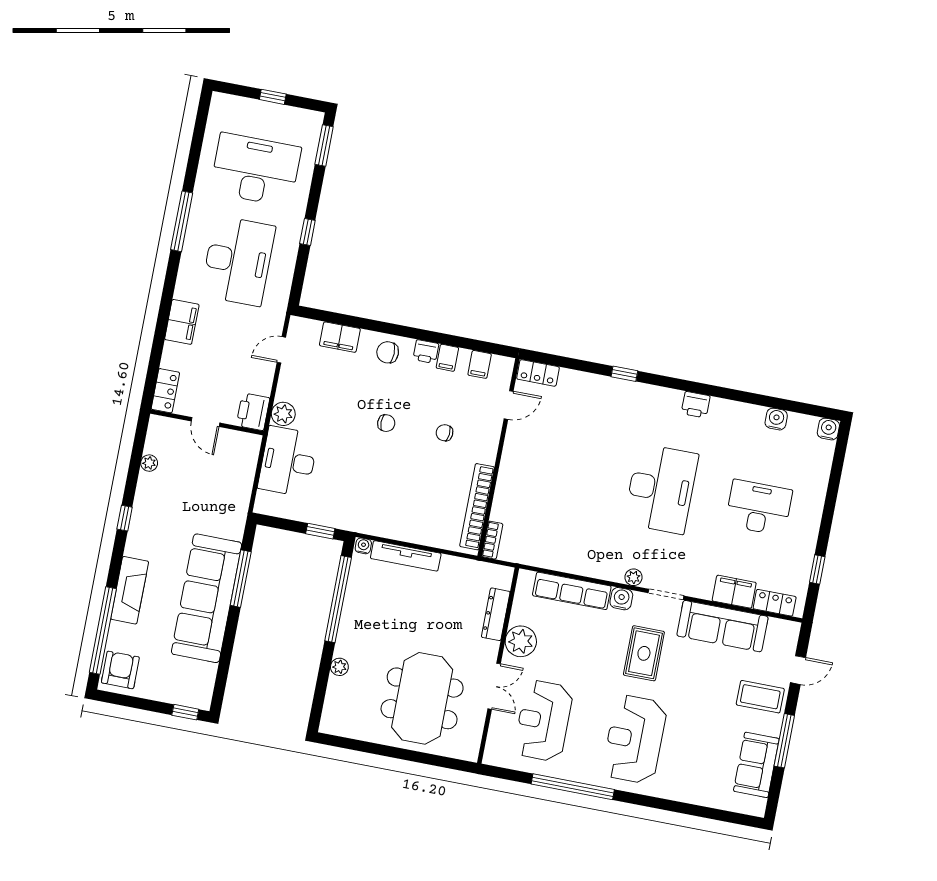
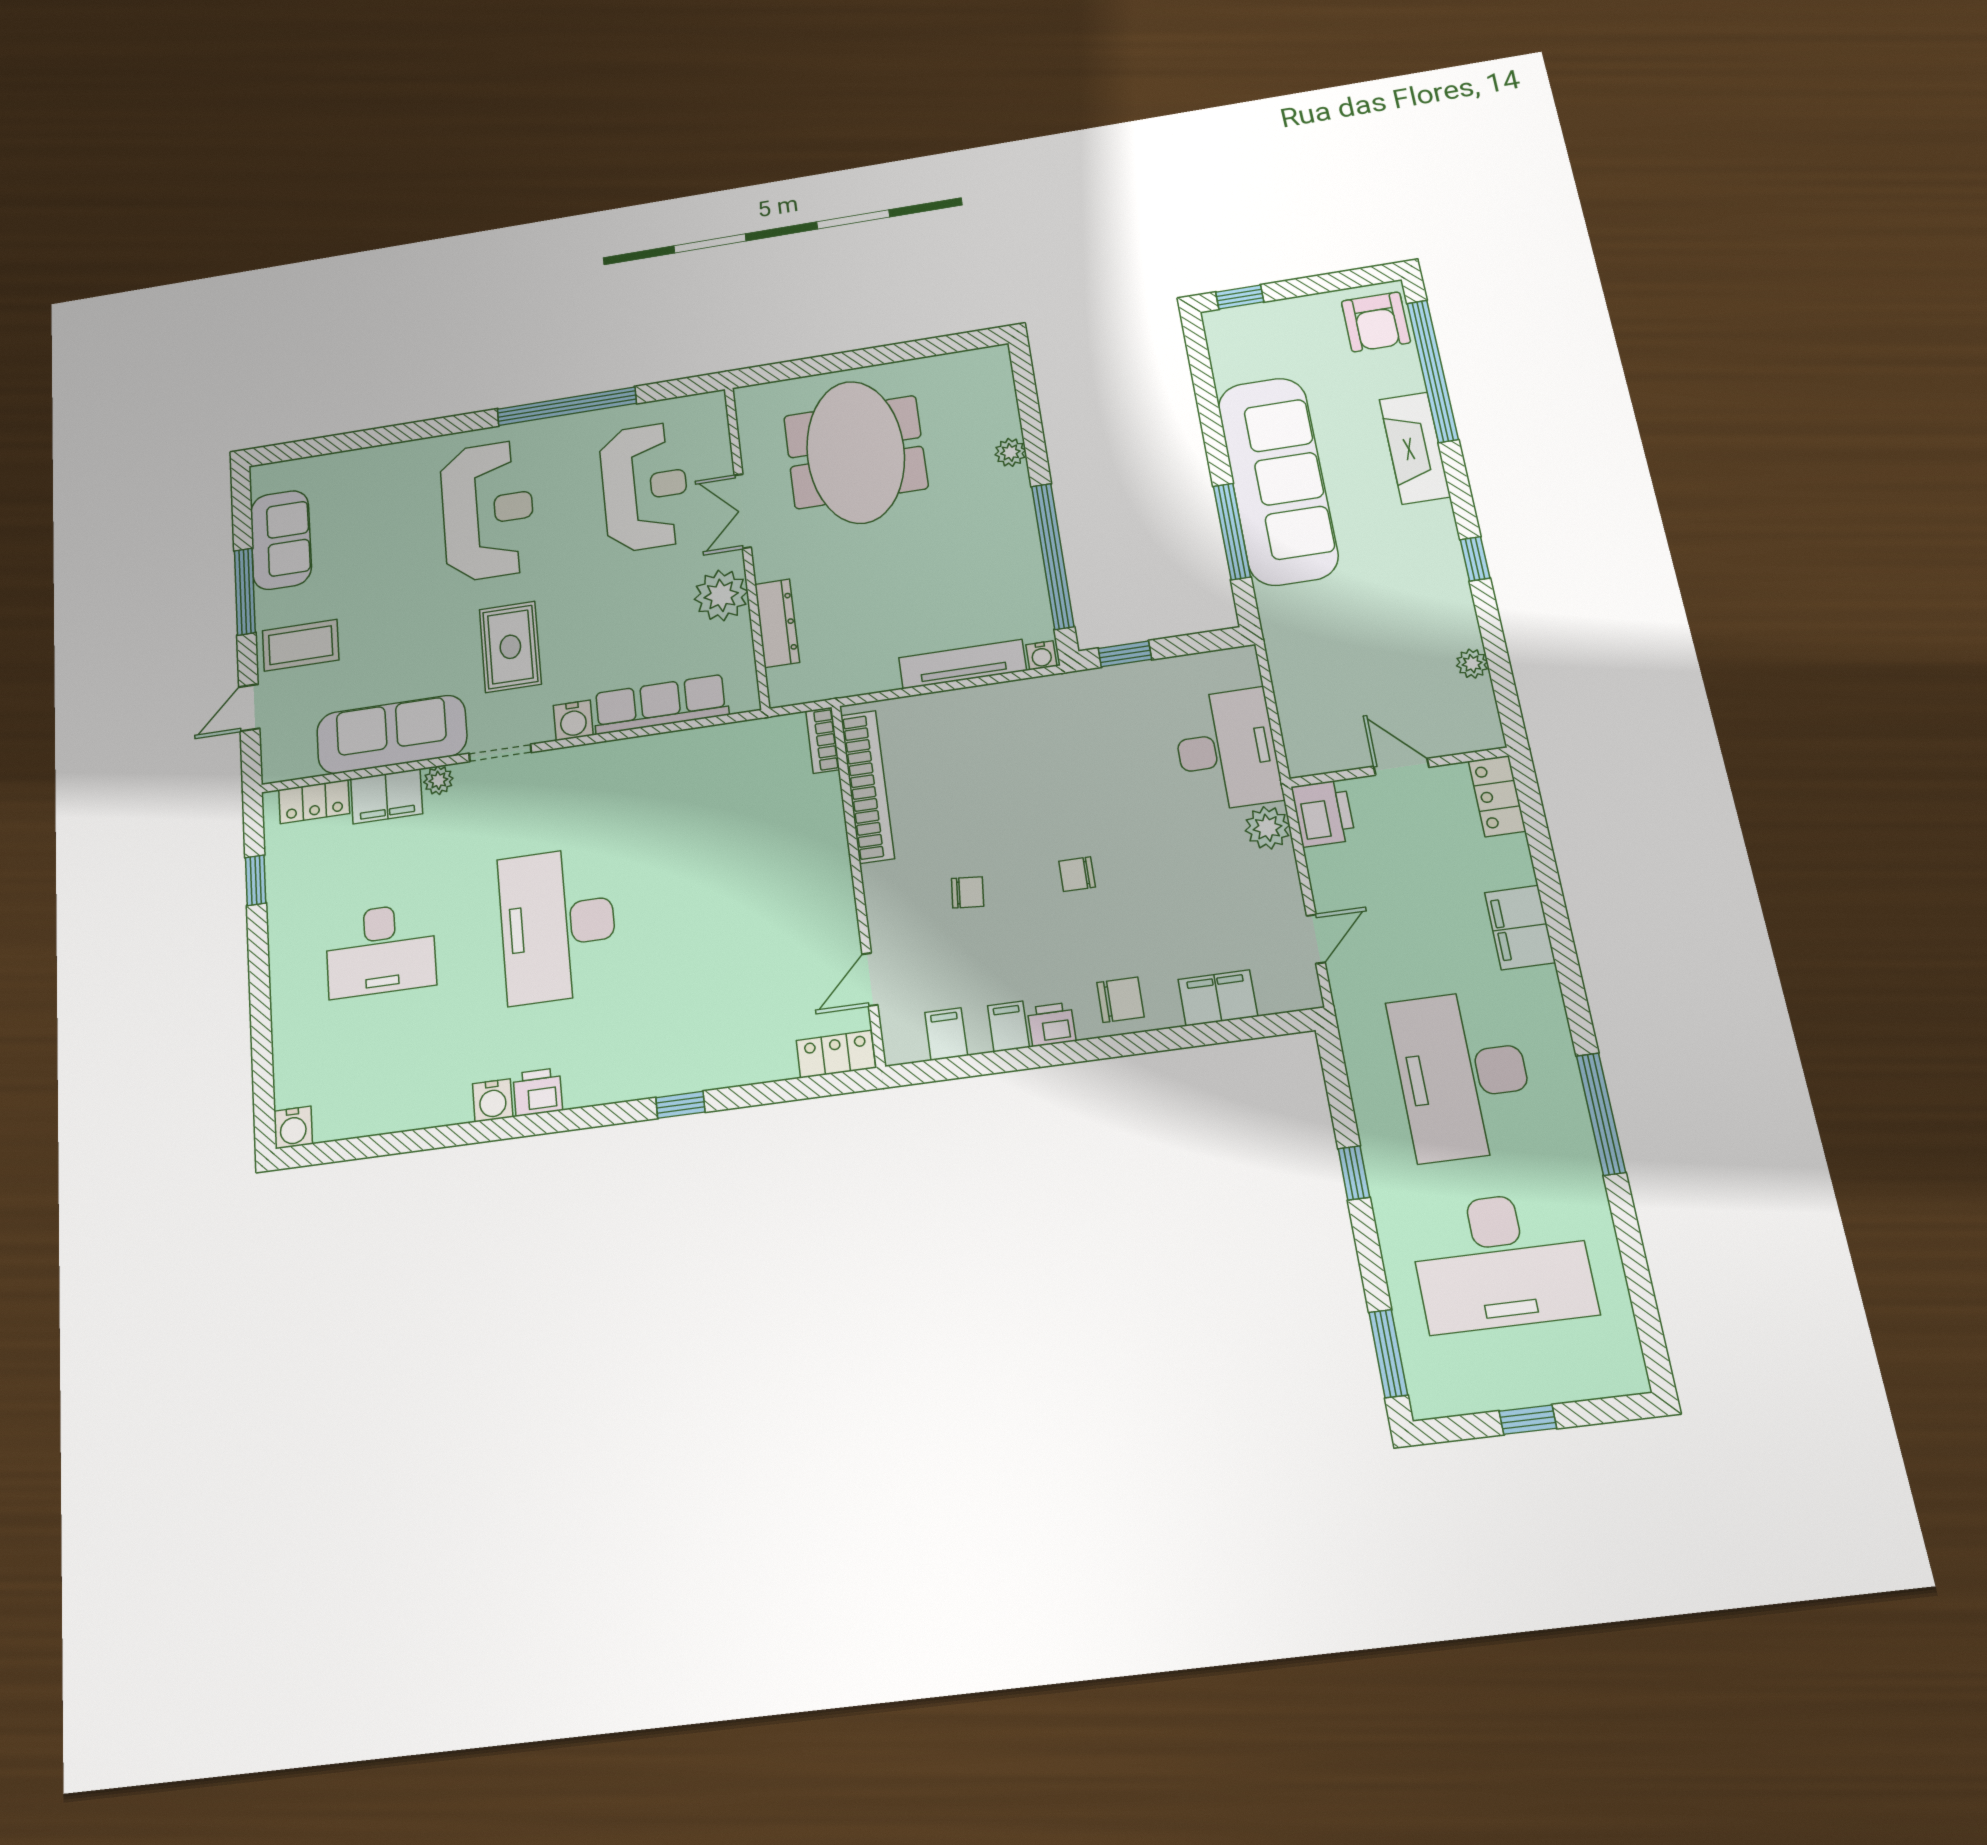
water cooler: (776, 419) -> (493, 1100), moved
plant: (634, 577) -> (438, 780), moved

